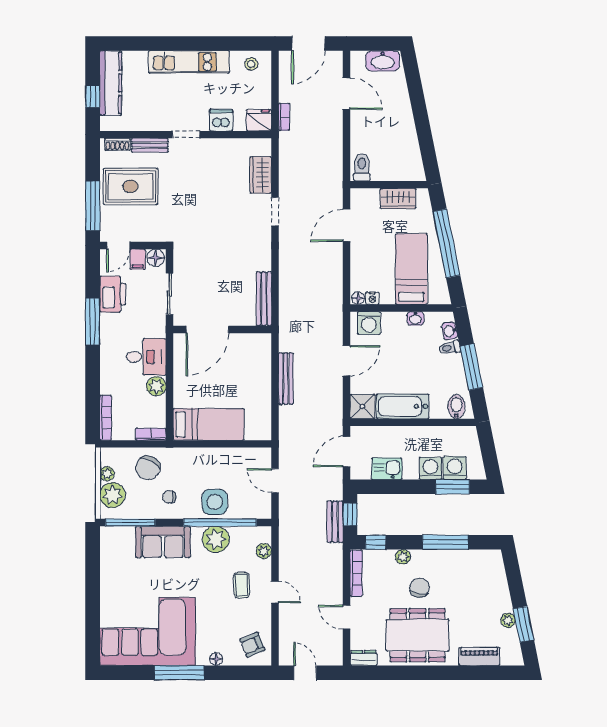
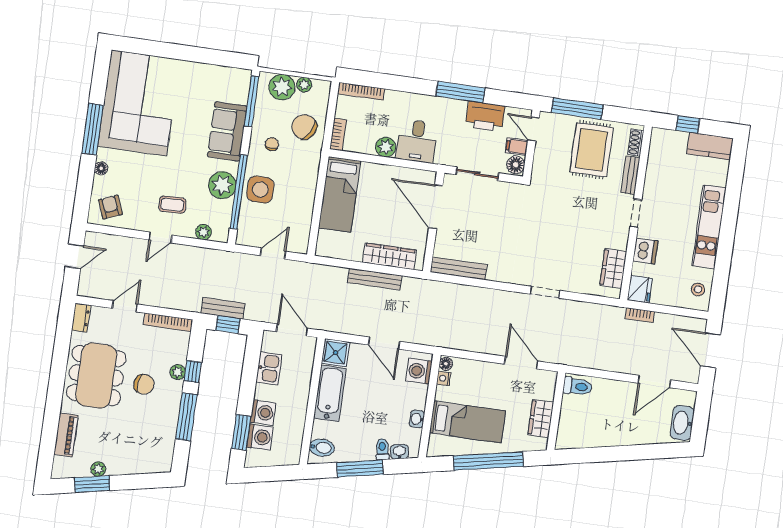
kitchen counter: (111, 83) -> (710, 146), width x0.67
wardrobe: (261, 175) -> (613, 268), moved, turned -90
wardrobe: (262, 367) -> (390, 256), added
window: (375, 542) -> (193, 372), moved

